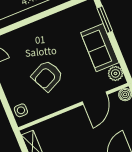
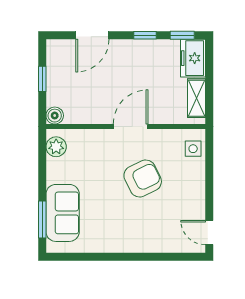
sofa: (100, 48) -> (63, 213), moved
door: (95, 98) -> (131, 126), moved

